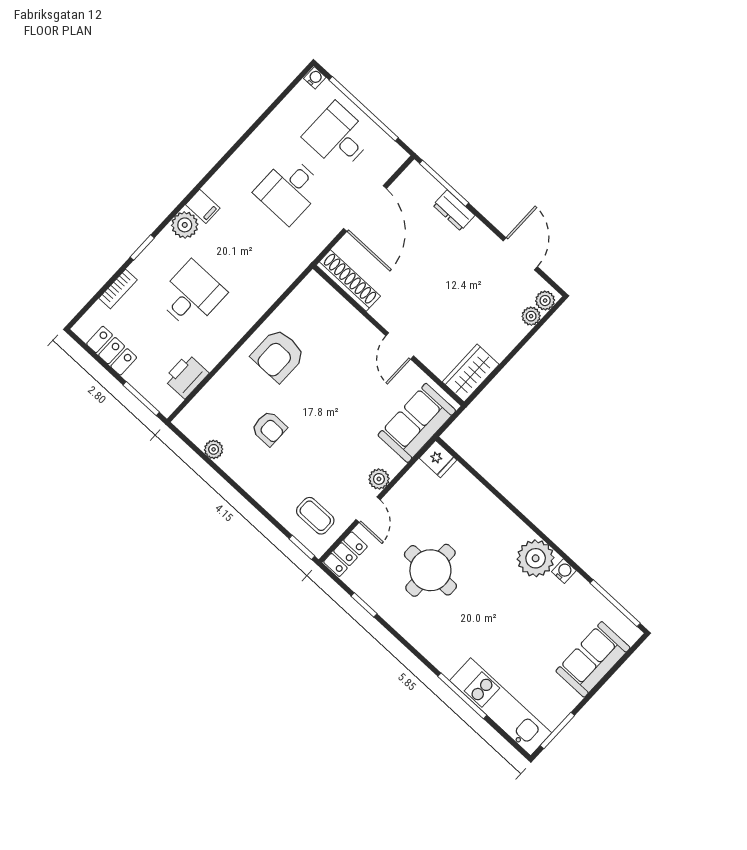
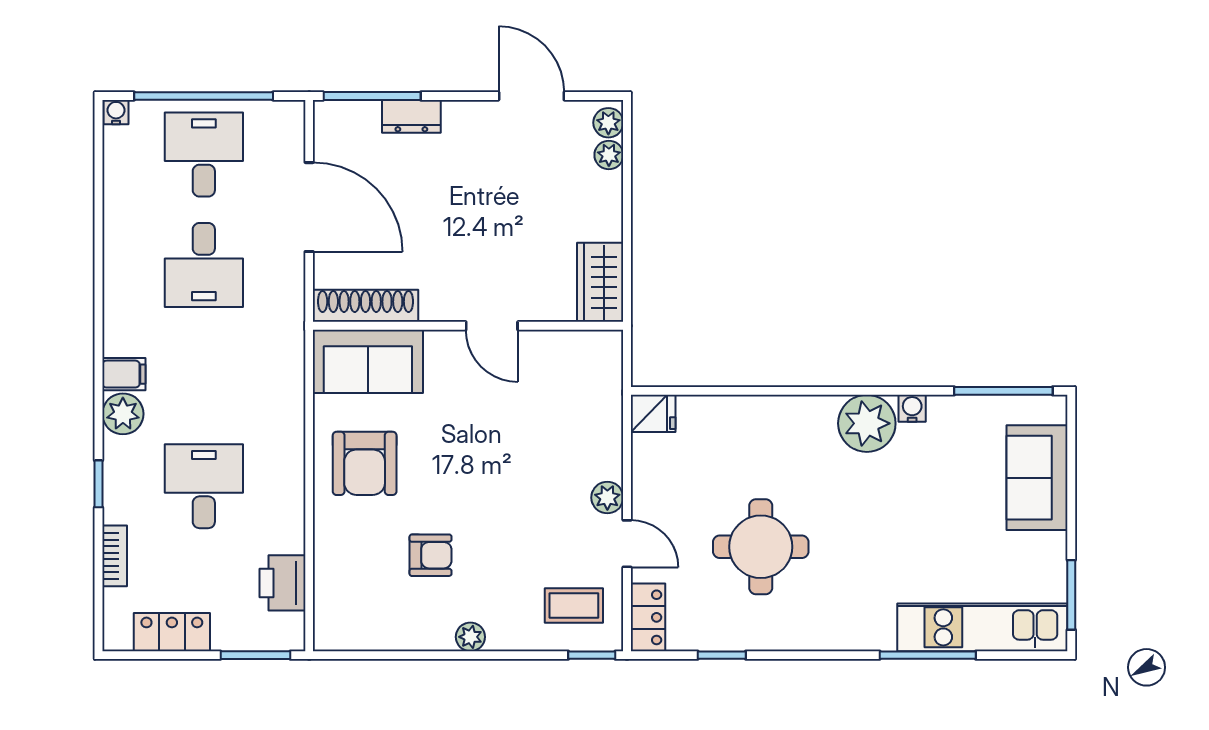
desk: (338, 137) -> (204, 154), turned 90
sofa: (417, 423) -> (368, 361), moved, turned -90
plant: (214, 449) -> (470, 637), moved

